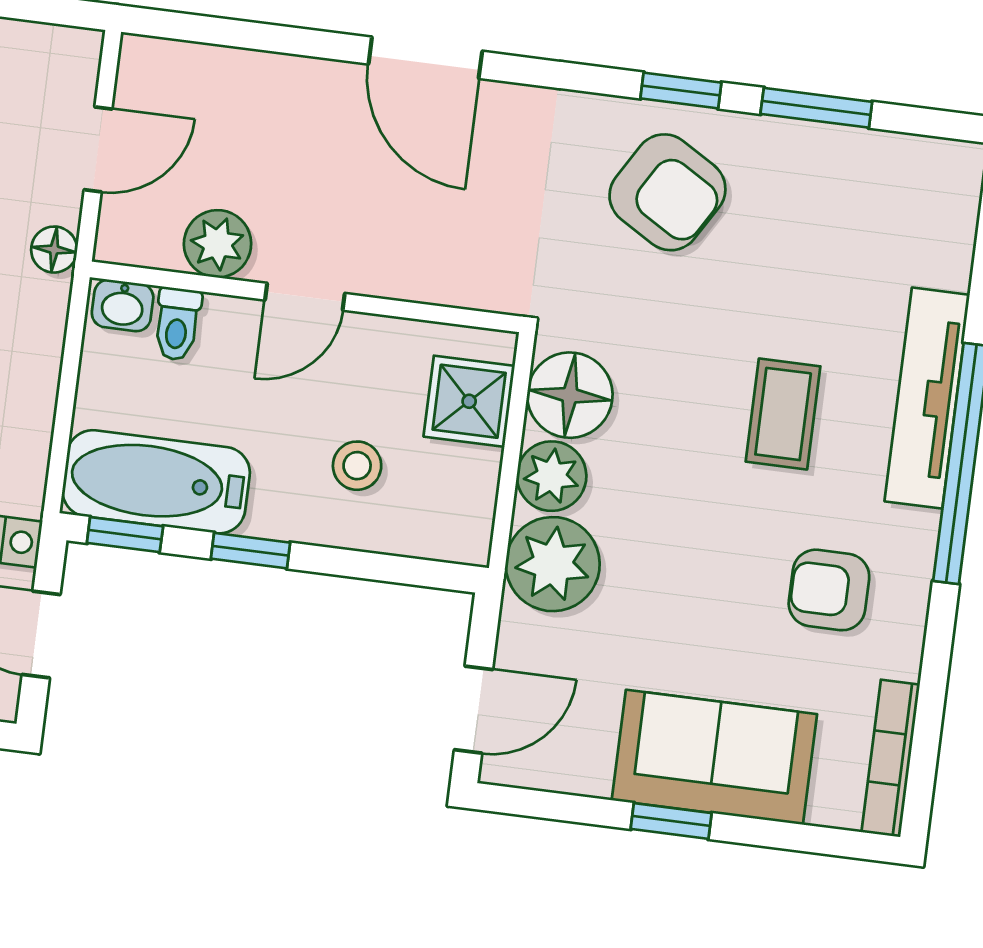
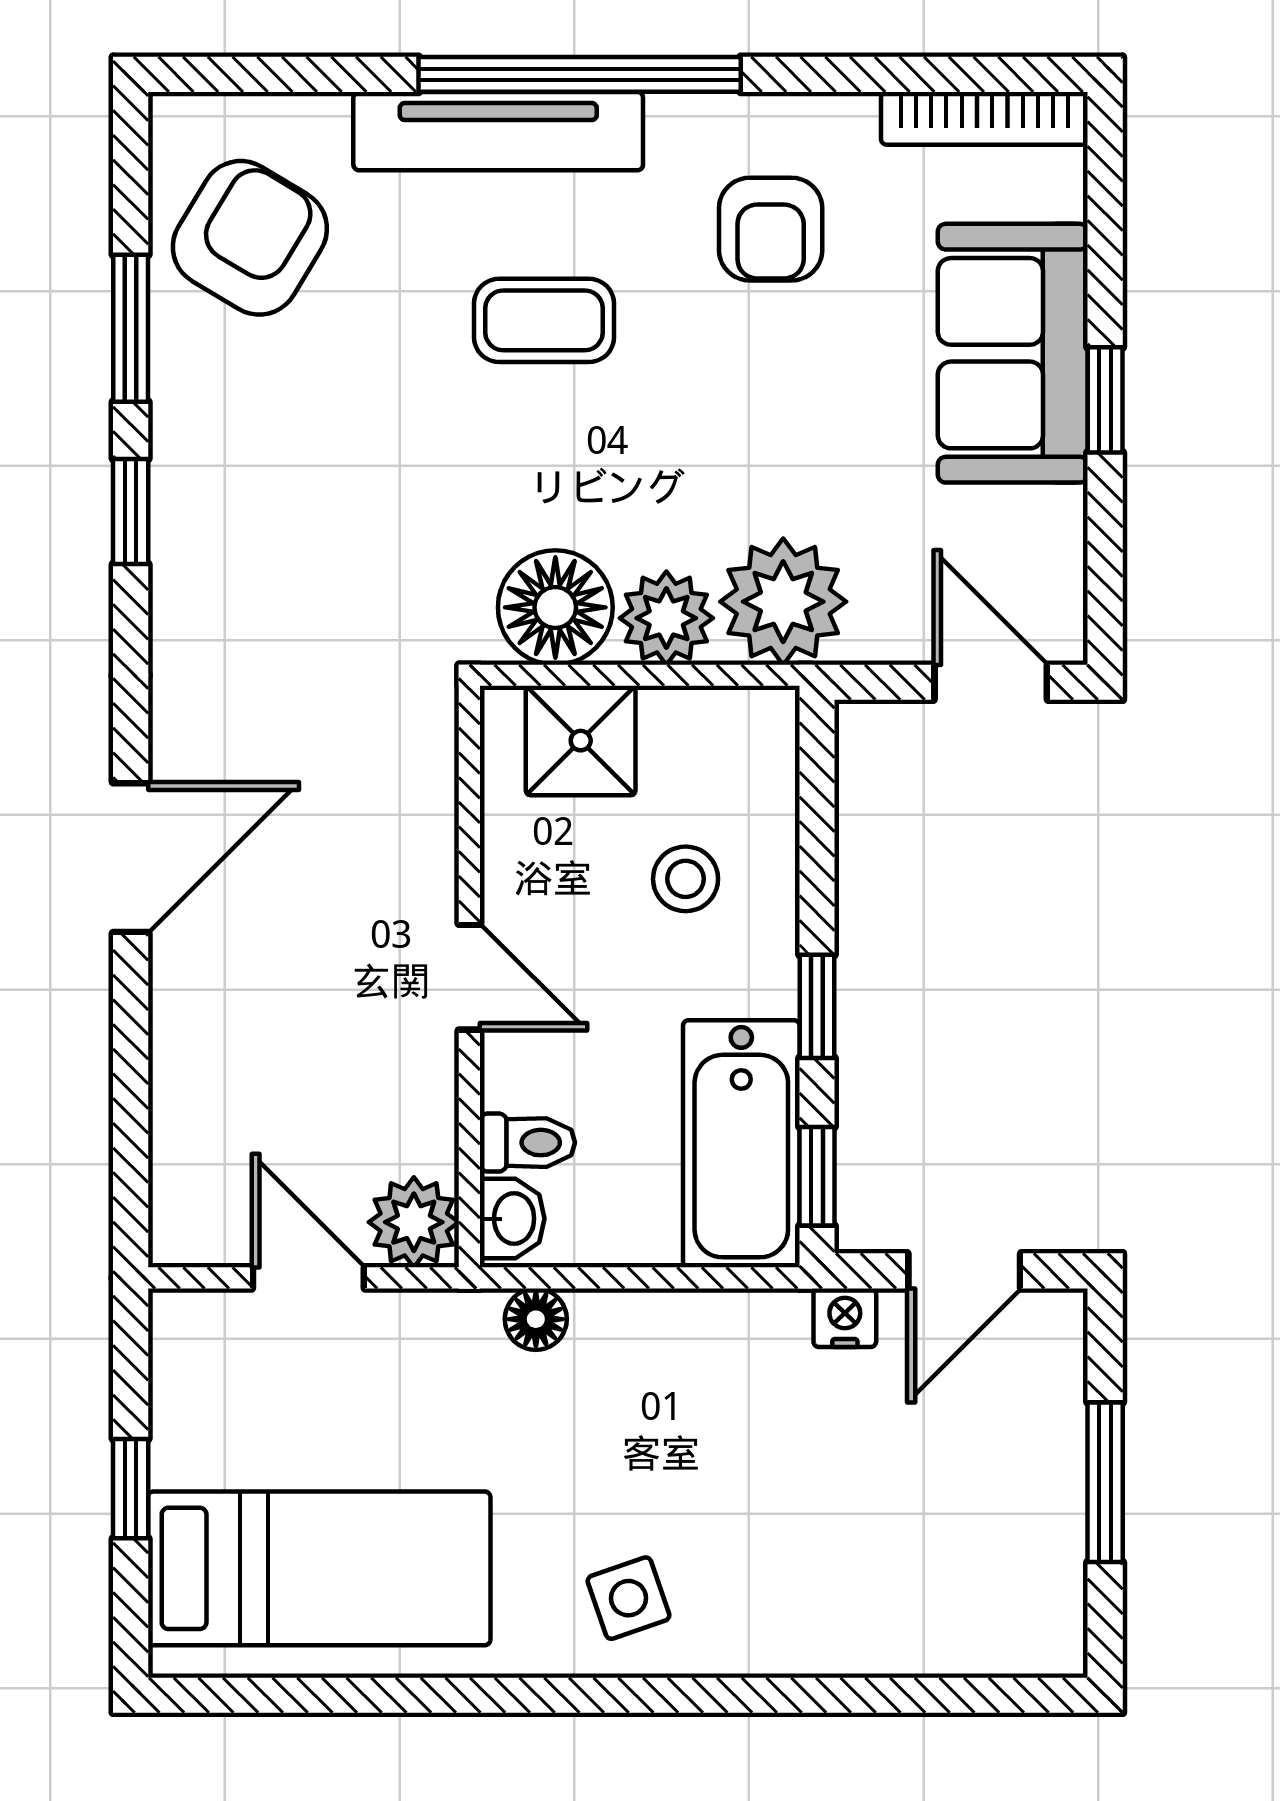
armchair: (667, 192) -> (250, 238), moved
plant: (218, 244) -> (414, 1222), moved
floor lamp: (54, 250) -> (536, 1319), moved

